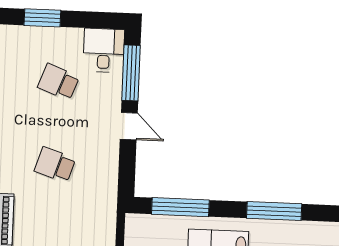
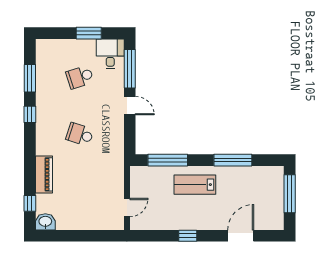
window: (42, 18) -> (89, 33), moved
school desk: (58, 82) -> (80, 77), turned -39

